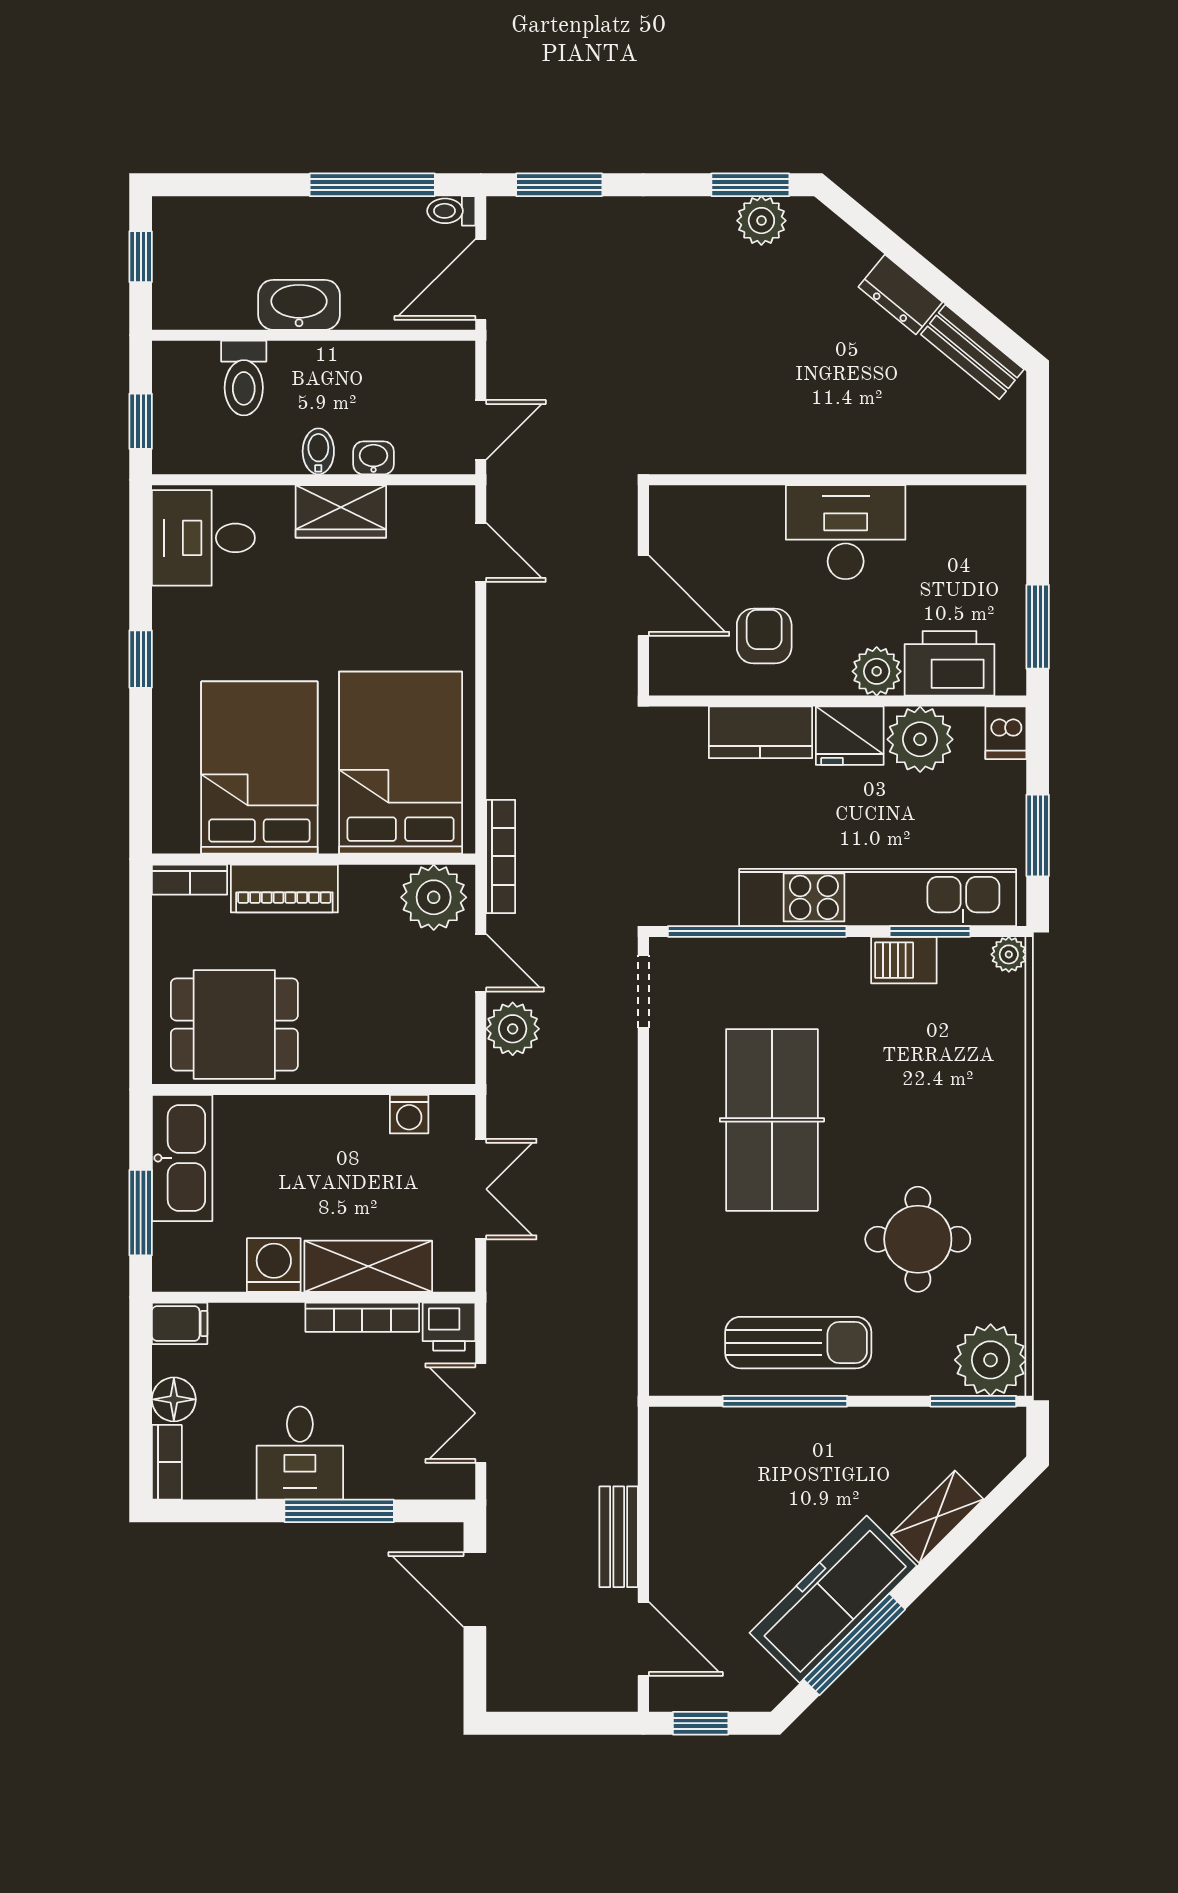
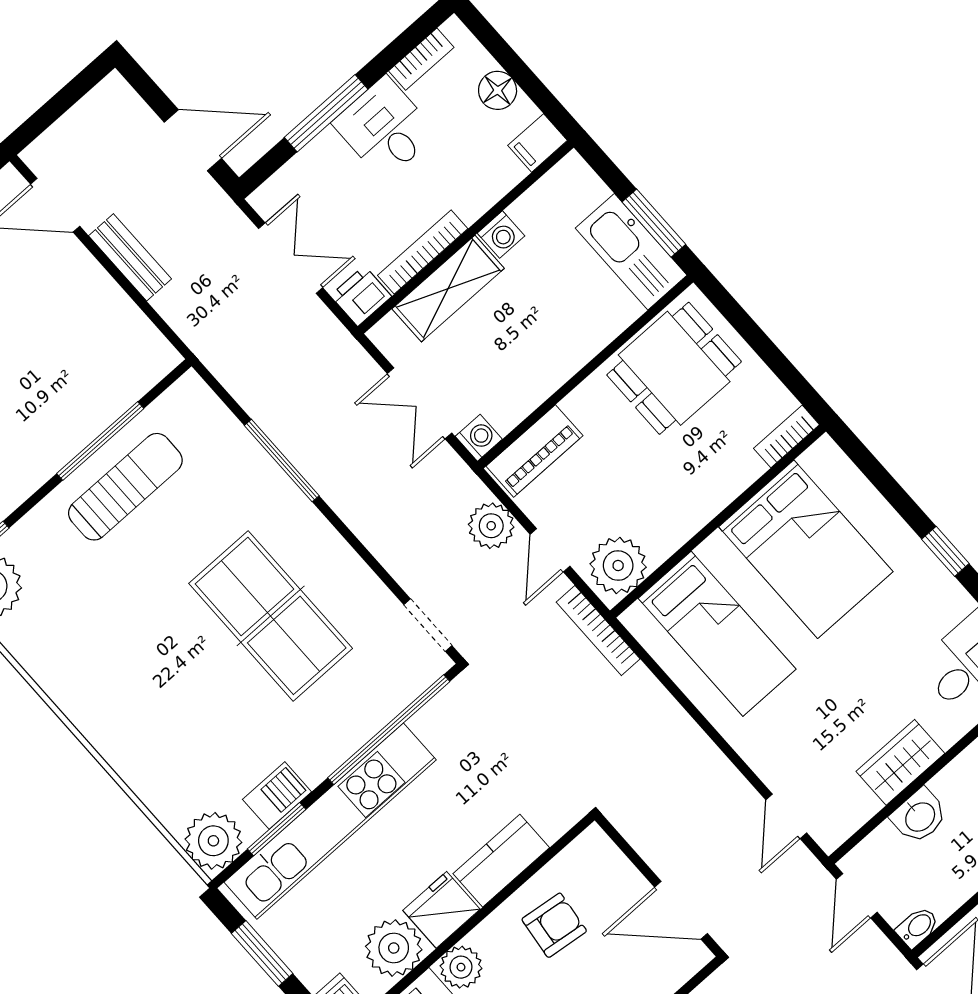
bidet: (318, 451) -> (917, 927), moved, turned -90
washbasin: (374, 458) -> (919, 816), width x1.38, depth x1.45
door: (481, 552) -> (786, 816), hinge flipped
door: (643, 596) -> (681, 910), moved
armchair: (764, 636) -> (554, 925), turned -83
bed: (401, 763) -> (717, 634), width x0.67
piano: (284, 889) -> (535, 451), moved, turned 180
plant: (1009, 954) -> (213, 841), width x1.87, depth x1.87
door: (481, 963) -> (550, 550), hinge flipped
washing machine: (409, 1114) -> (479, 438), moved, turned 90
window: (141, 1213) -> (654, 223), moved
round table: (918, 1239) -> (107, 623), removed
window: (643, 1245) -> (282, 460), added
washing machine: (274, 1265) -> (501, 235), width x0.73, depth x0.73
sun lounger: (798, 1343) -> (125, 487), turned 180
bookcase: (167, 1462) -> (421, 59), moved, turned -90

